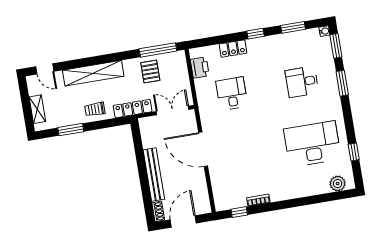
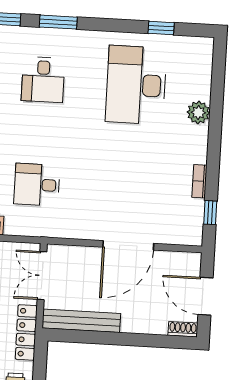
door: (203, 149) -> (128, 245), moved
bench: (154, 175) -> (81, 321), moved
plant: (338, 183) -> (198, 113), moved

